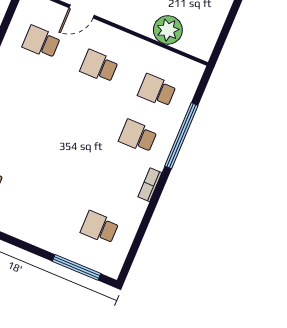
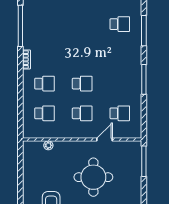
plant: (168, 30) -> (48, 145), width x0.53, depth x0.53
window: (181, 136) -> (20, 26), moved
school desk: (100, 227) -> (82, 84), moved

